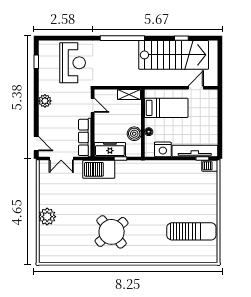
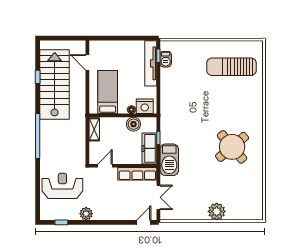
plant: (45, 101) -> (86, 214), moved
nightstand: (163, 149) -> (145, 106), moved, turned 90
barbecue: (210, 166) -> (166, 59), moved
sun lounger: (191, 231) -> (232, 67), turned -90

